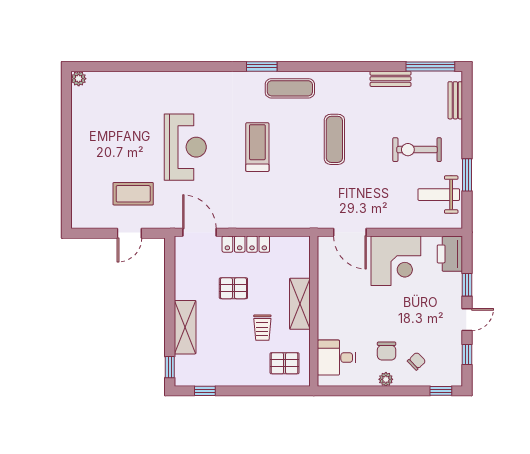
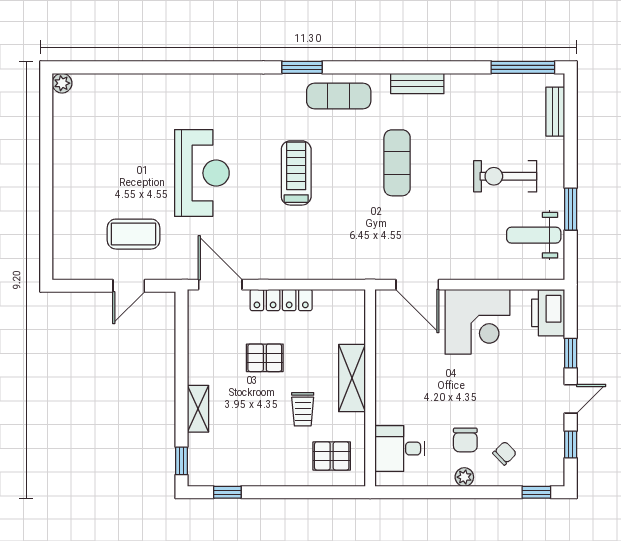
bench: (391, 79) -> (417, 84), moved
shelving: (185, 327) -> (198, 409), width x0.67, depth x0.75

